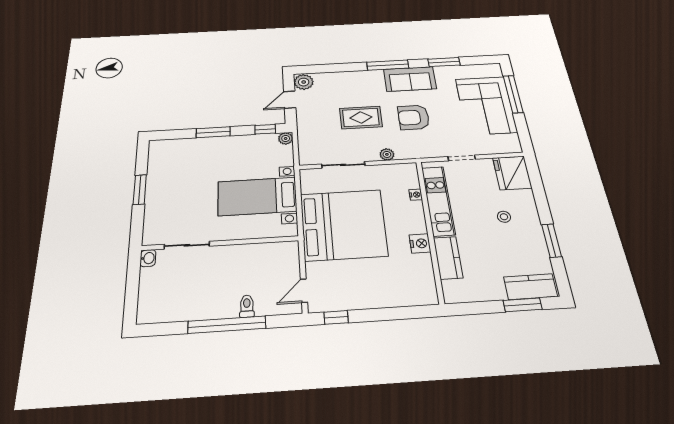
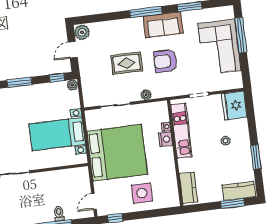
nightstand: (420, 243) -> (165, 139), moved
kitchen counter: (448, 258) -> (188, 188), moved
side table: (379, 282) -> (142, 193), added

